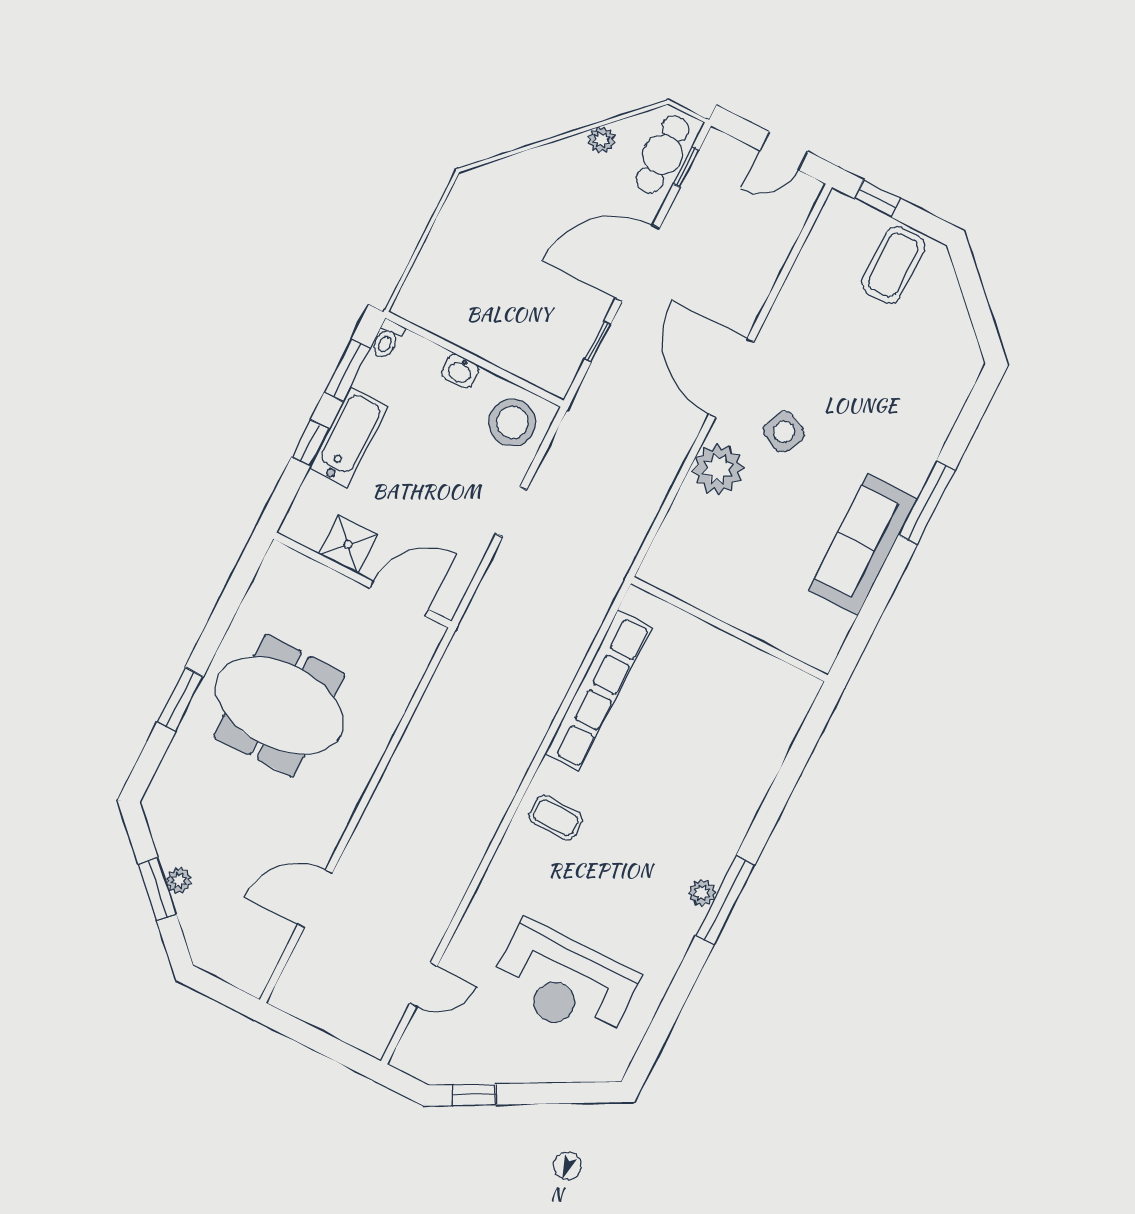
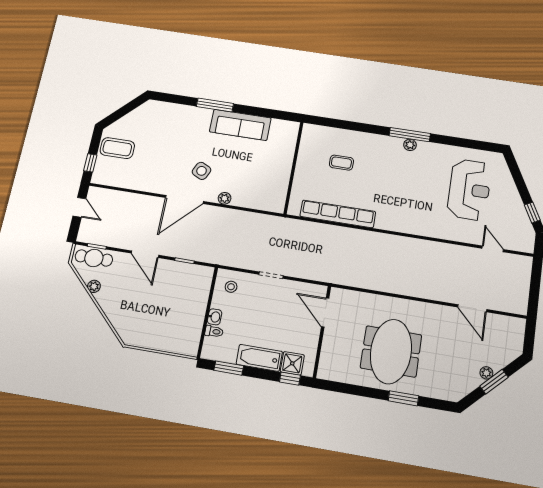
door: (637, 263) -> (145, 254), width x0.73
toilet: (387, 339) -> (214, 331), moved
stool: (512, 422) -> (231, 287), width x0.53, depth x0.53
window: (310, 443) -> (290, 379), moved
plant: (718, 469) -> (225, 198), width x0.53, depth x0.53
shower: (348, 544) -> (292, 363), moved
coffee table: (556, 818) -> (341, 163), moved, turned 90

